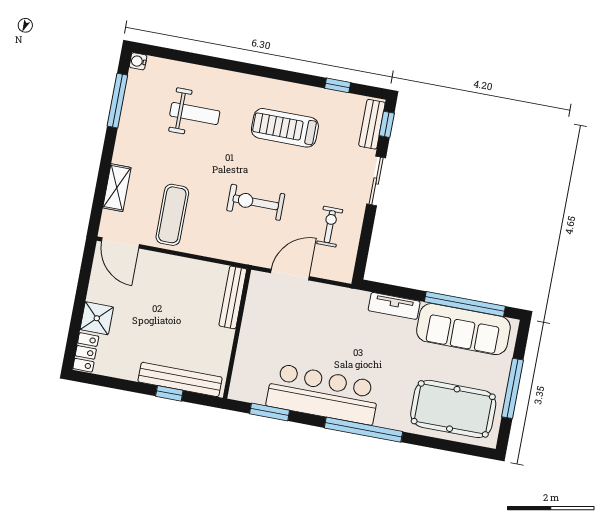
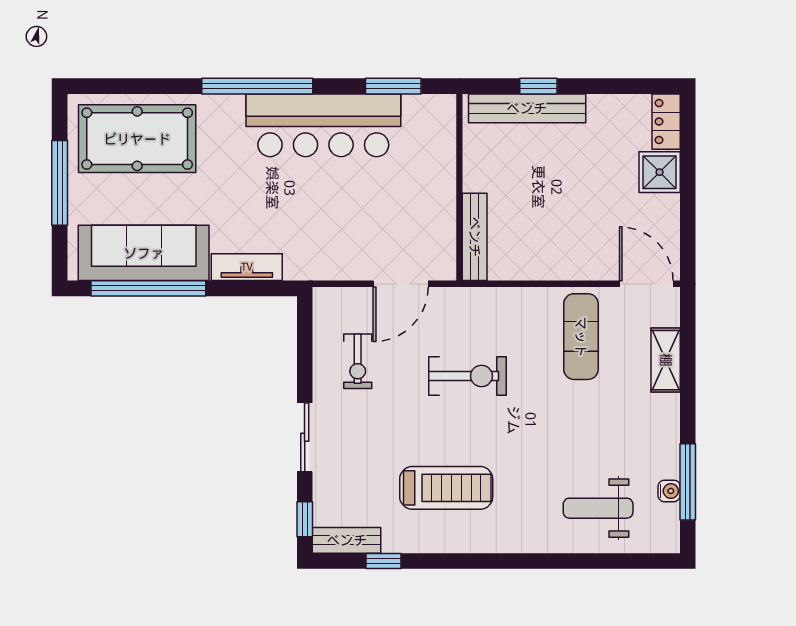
water cooler: (138, 61) -> (669, 491), moved
weight bench: (195, 113) -> (598, 508), moved
bench: (372, 124) -> (347, 540), moved, turned 90

